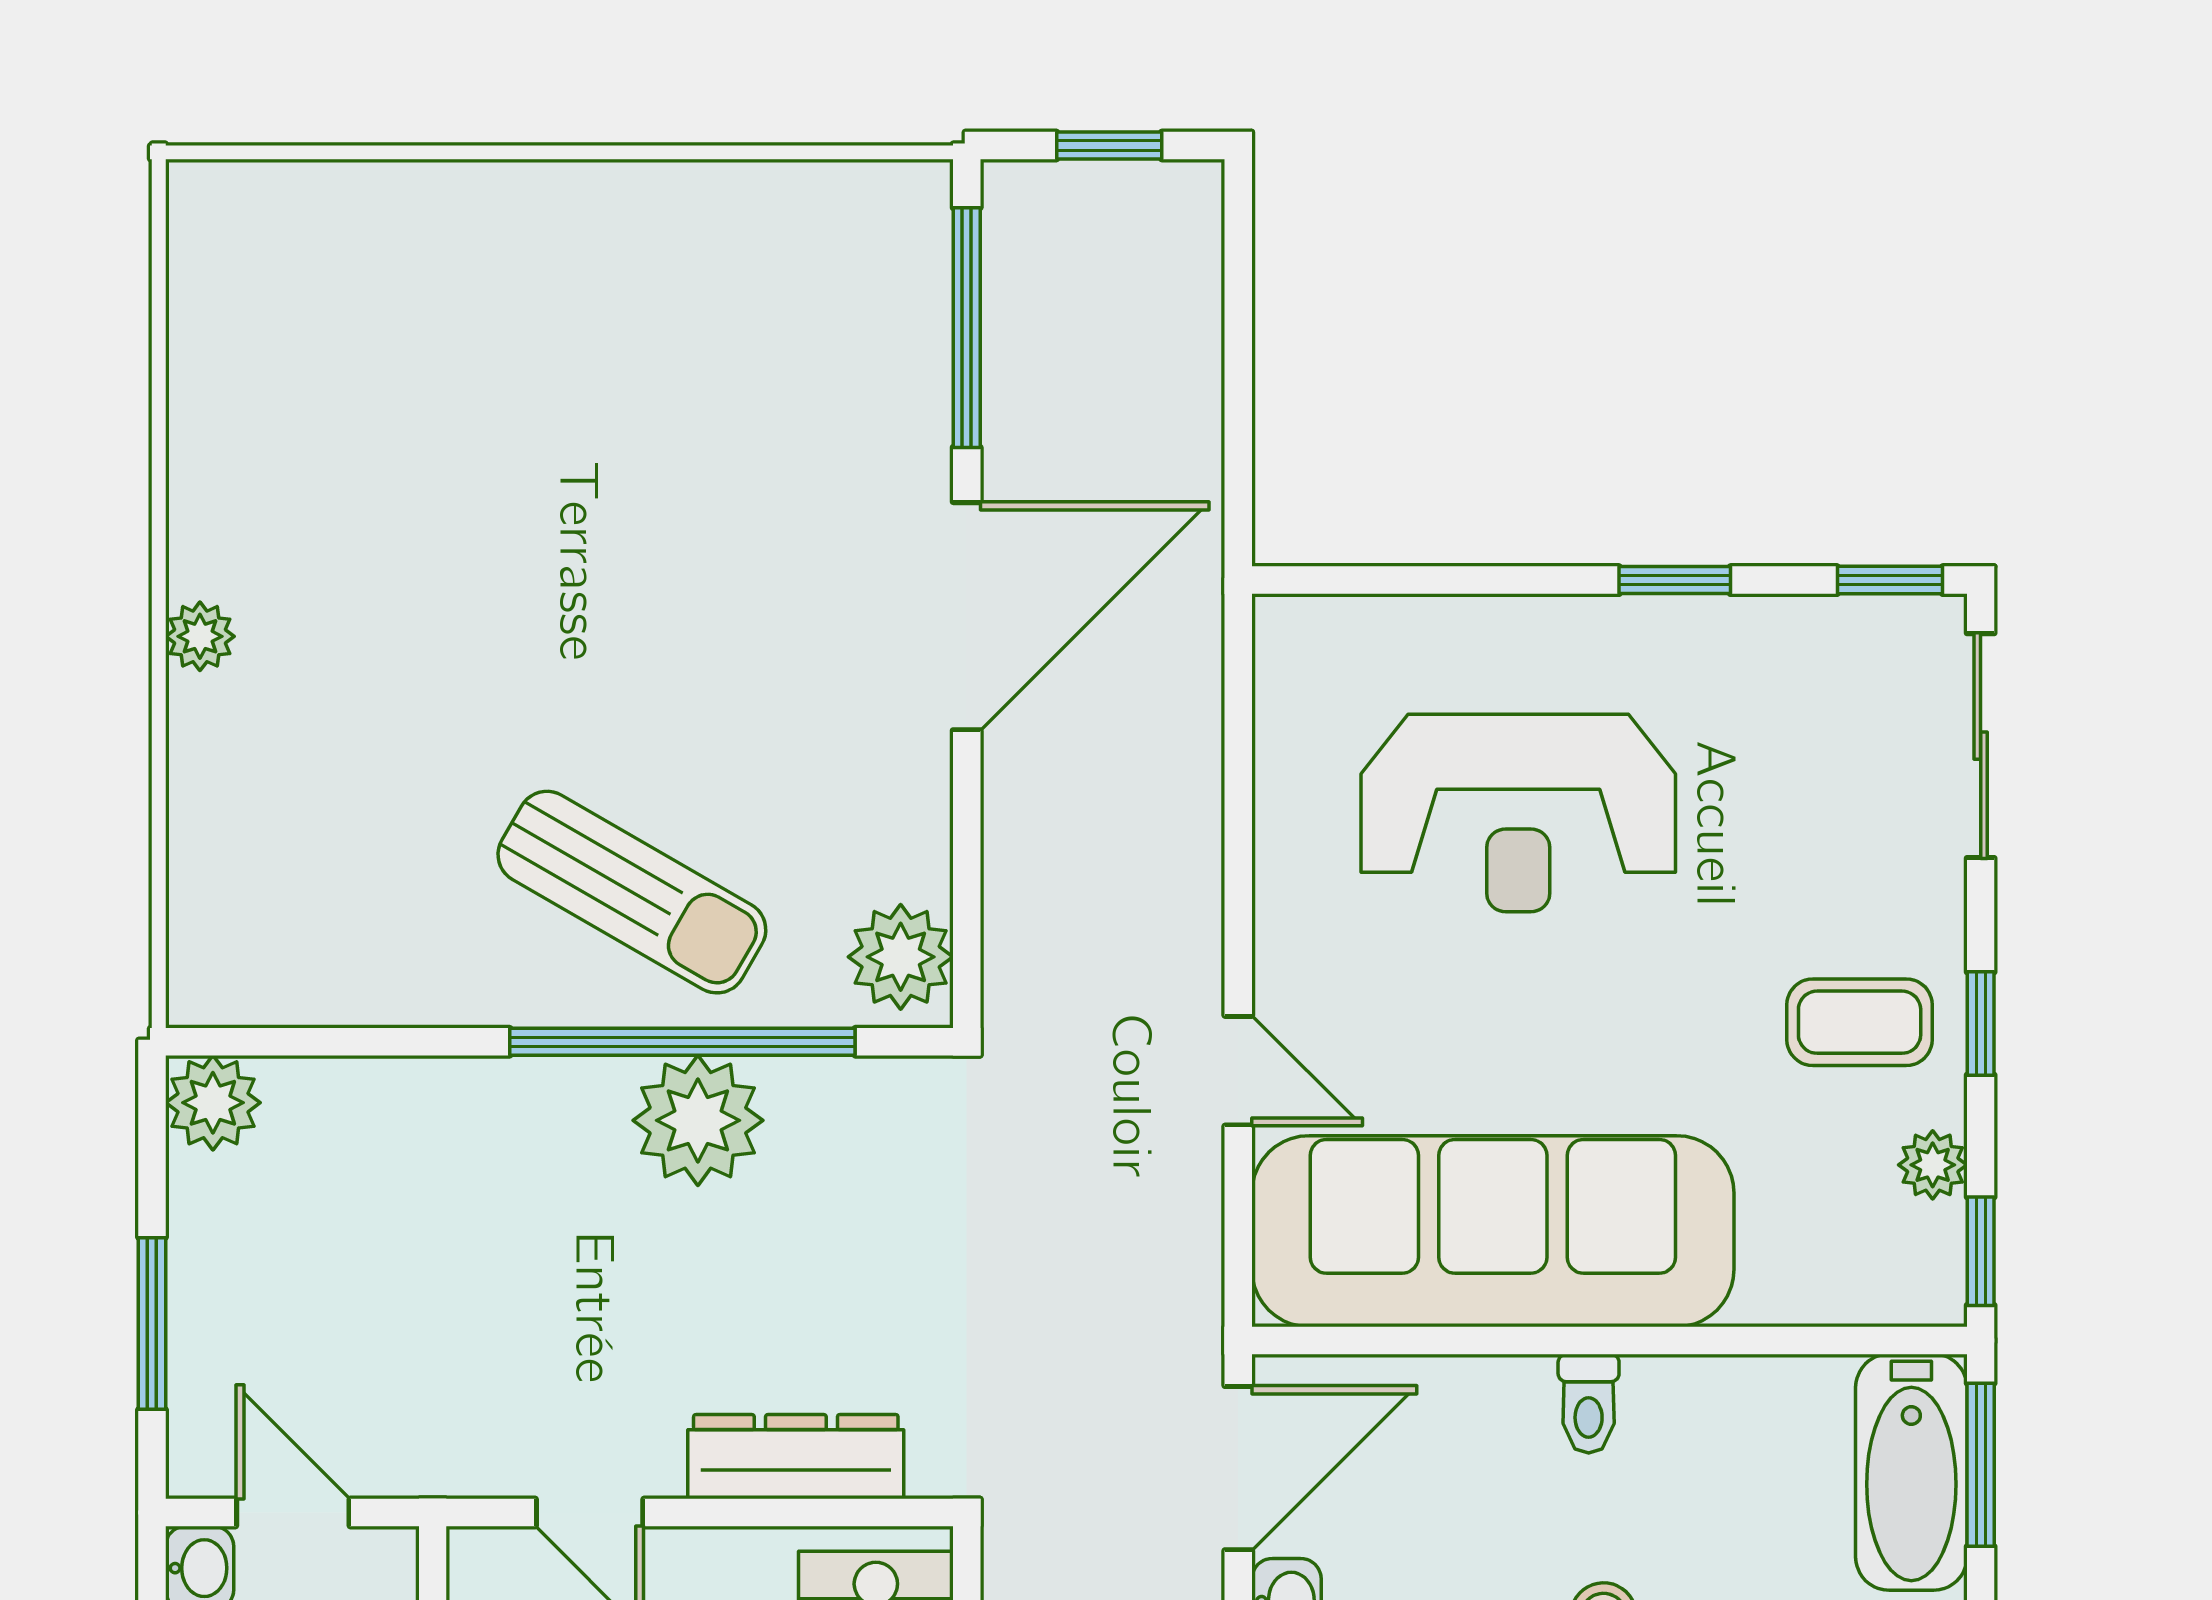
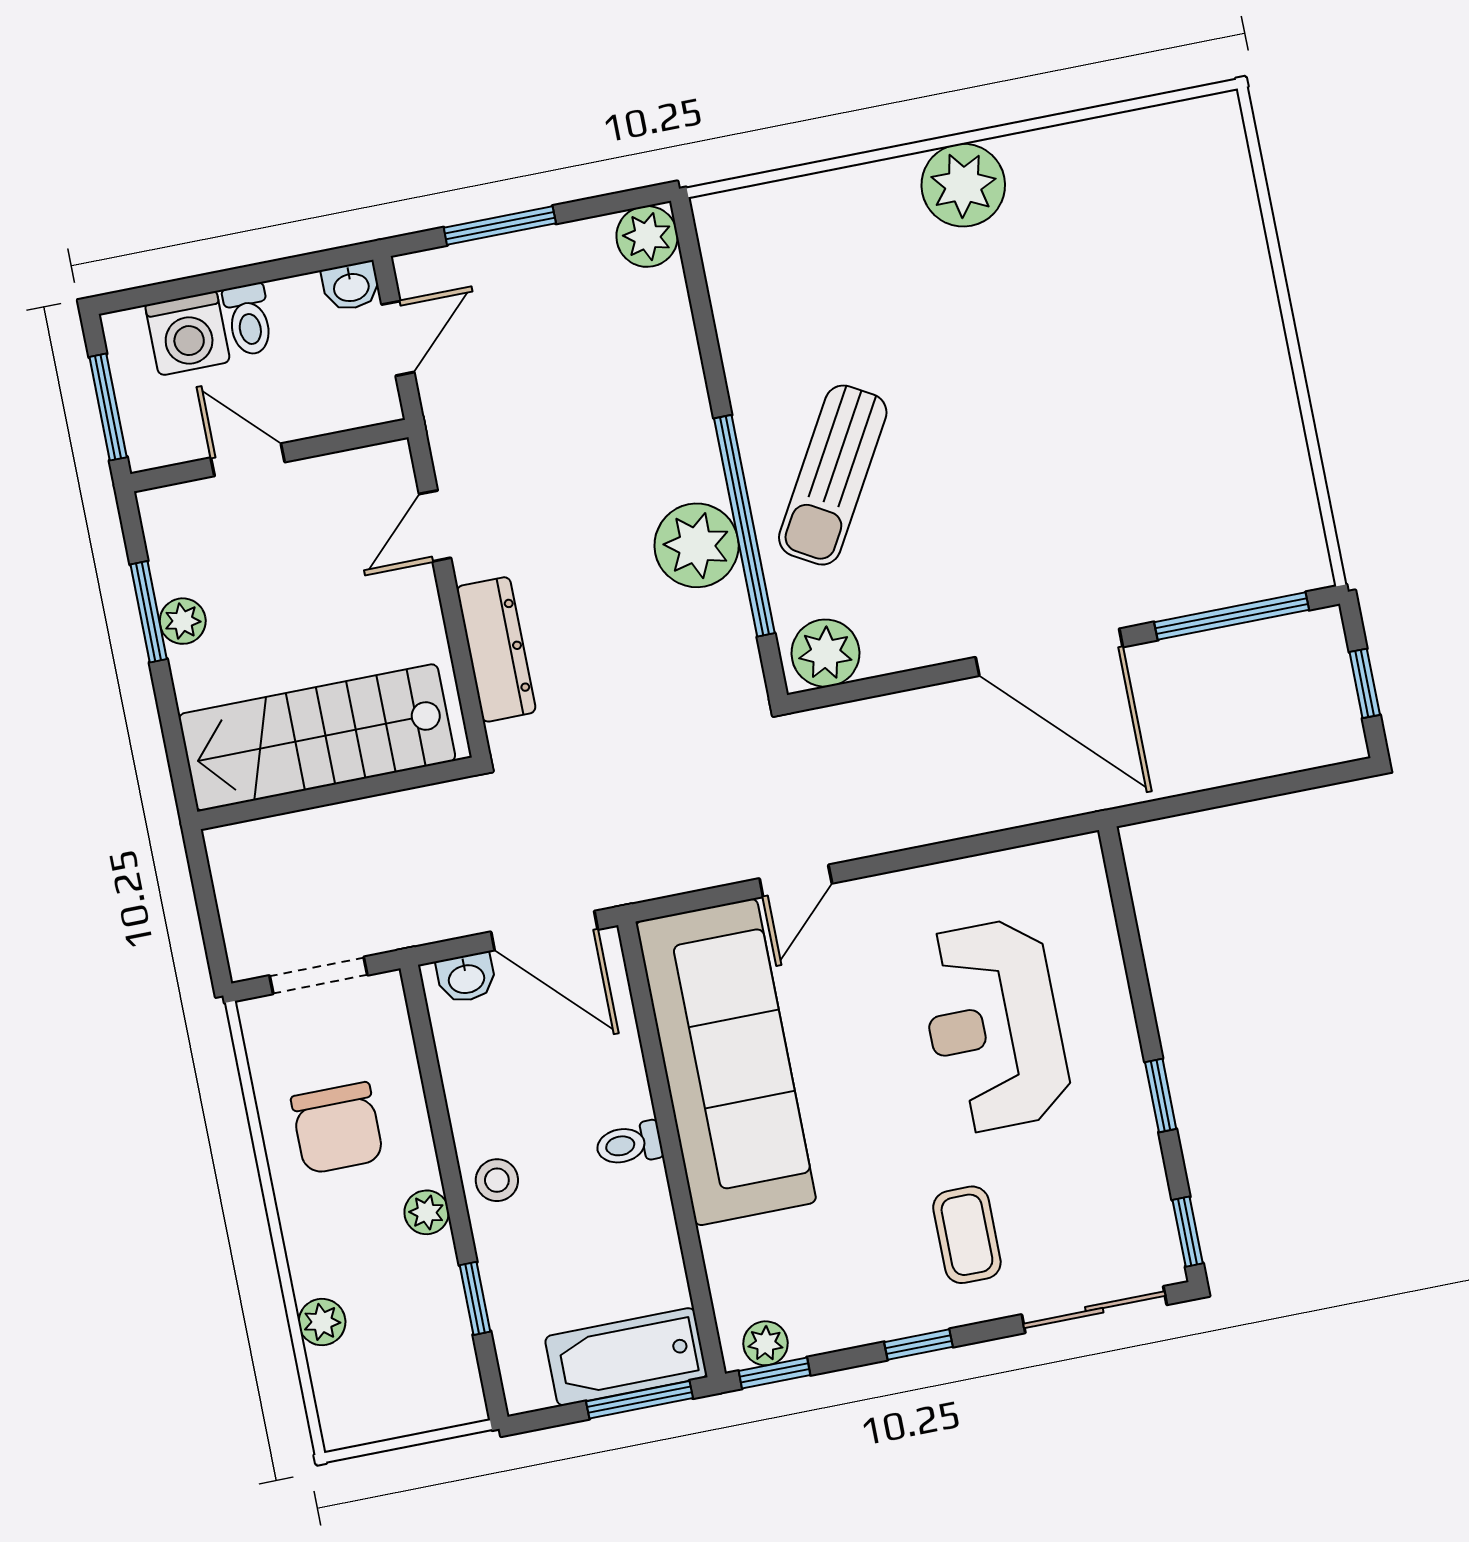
plant: (200, 636) -> (963, 185), width x1.88, depth x1.88
coffee table: (1860, 1022) -> (967, 1235), moved
plant: (1933, 1165) -> (765, 1343), moved

